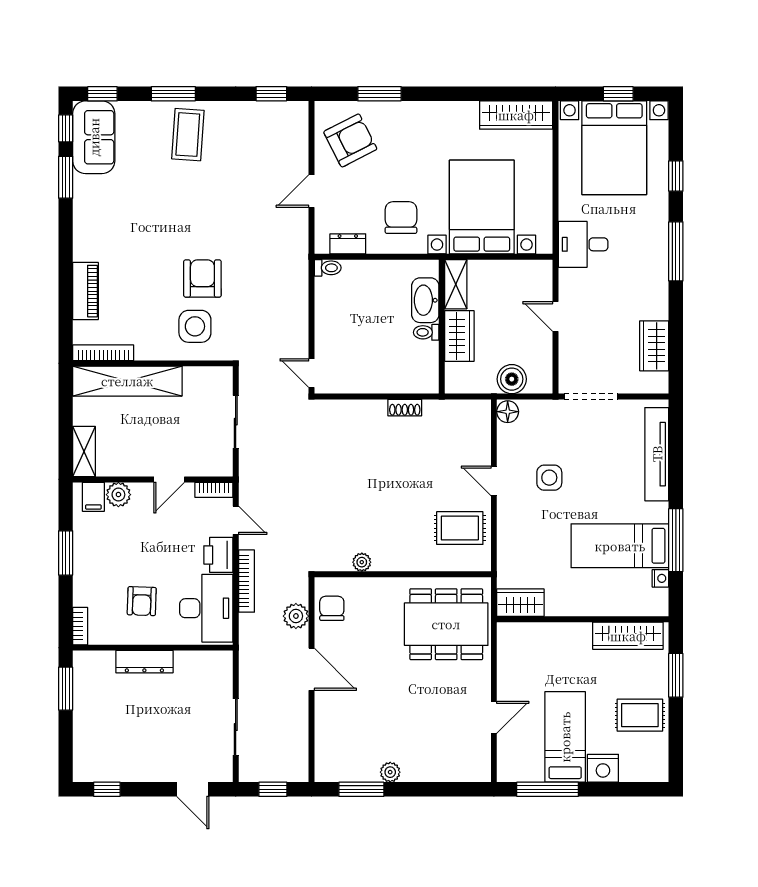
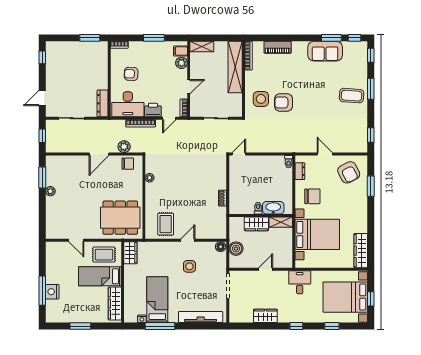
sofa: (94, 137) -> (325, 51), moved
window: (676, 251) -> (296, 326), width x0.46
armchair: (202, 278) -> (284, 102), turned 180
wardrobe: (654, 346) -> (265, 316), moved
door: (169, 479) -> (189, 87), swing flipped
dining table: (446, 624) -> (120, 218), turned 90
dresser: (144, 662) -> (103, 103), moved
window: (676, 675) -> (80, 326), moved
rug: (640, 715) -> (104, 255), moved, turned 90
bed: (565, 737) -> (100, 276), moved, turned 180
window: (548, 789) -> (42, 291), moved

